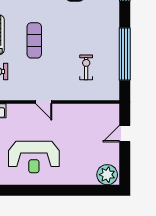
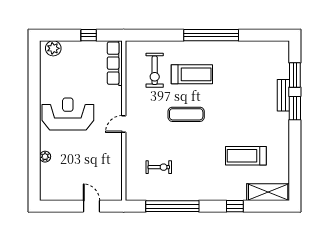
reception desk: (34, 157) -> (68, 114), turned 90
plant: (107, 175) -> (45, 157), moved, width x0.53, depth x0.53

